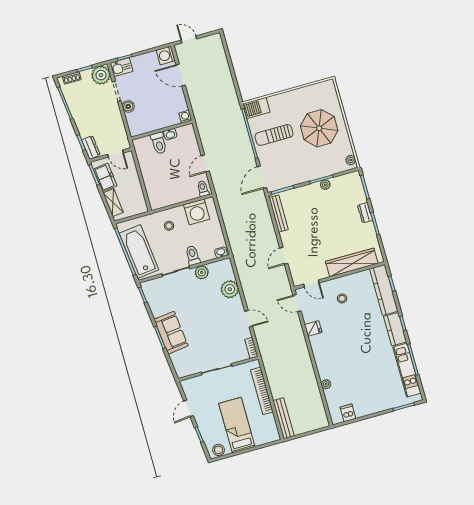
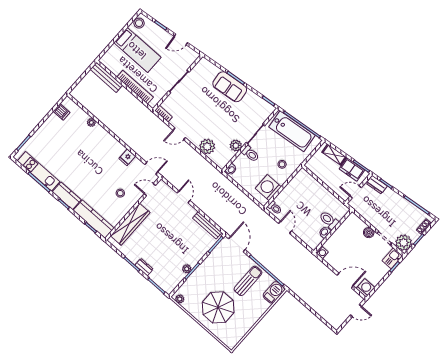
door: (188, 408) -> (181, 39), swing flipped

